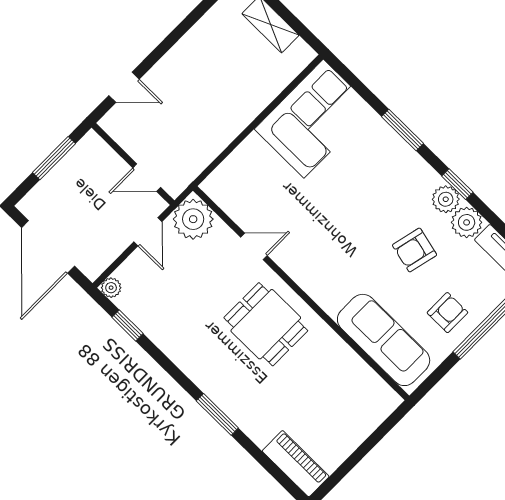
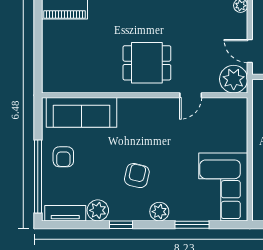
window: (403, 130) -> (192, 225), moved
plant: (446, 199) -> (159, 212), moved
armchair: (415, 250) -> (137, 176), moved

